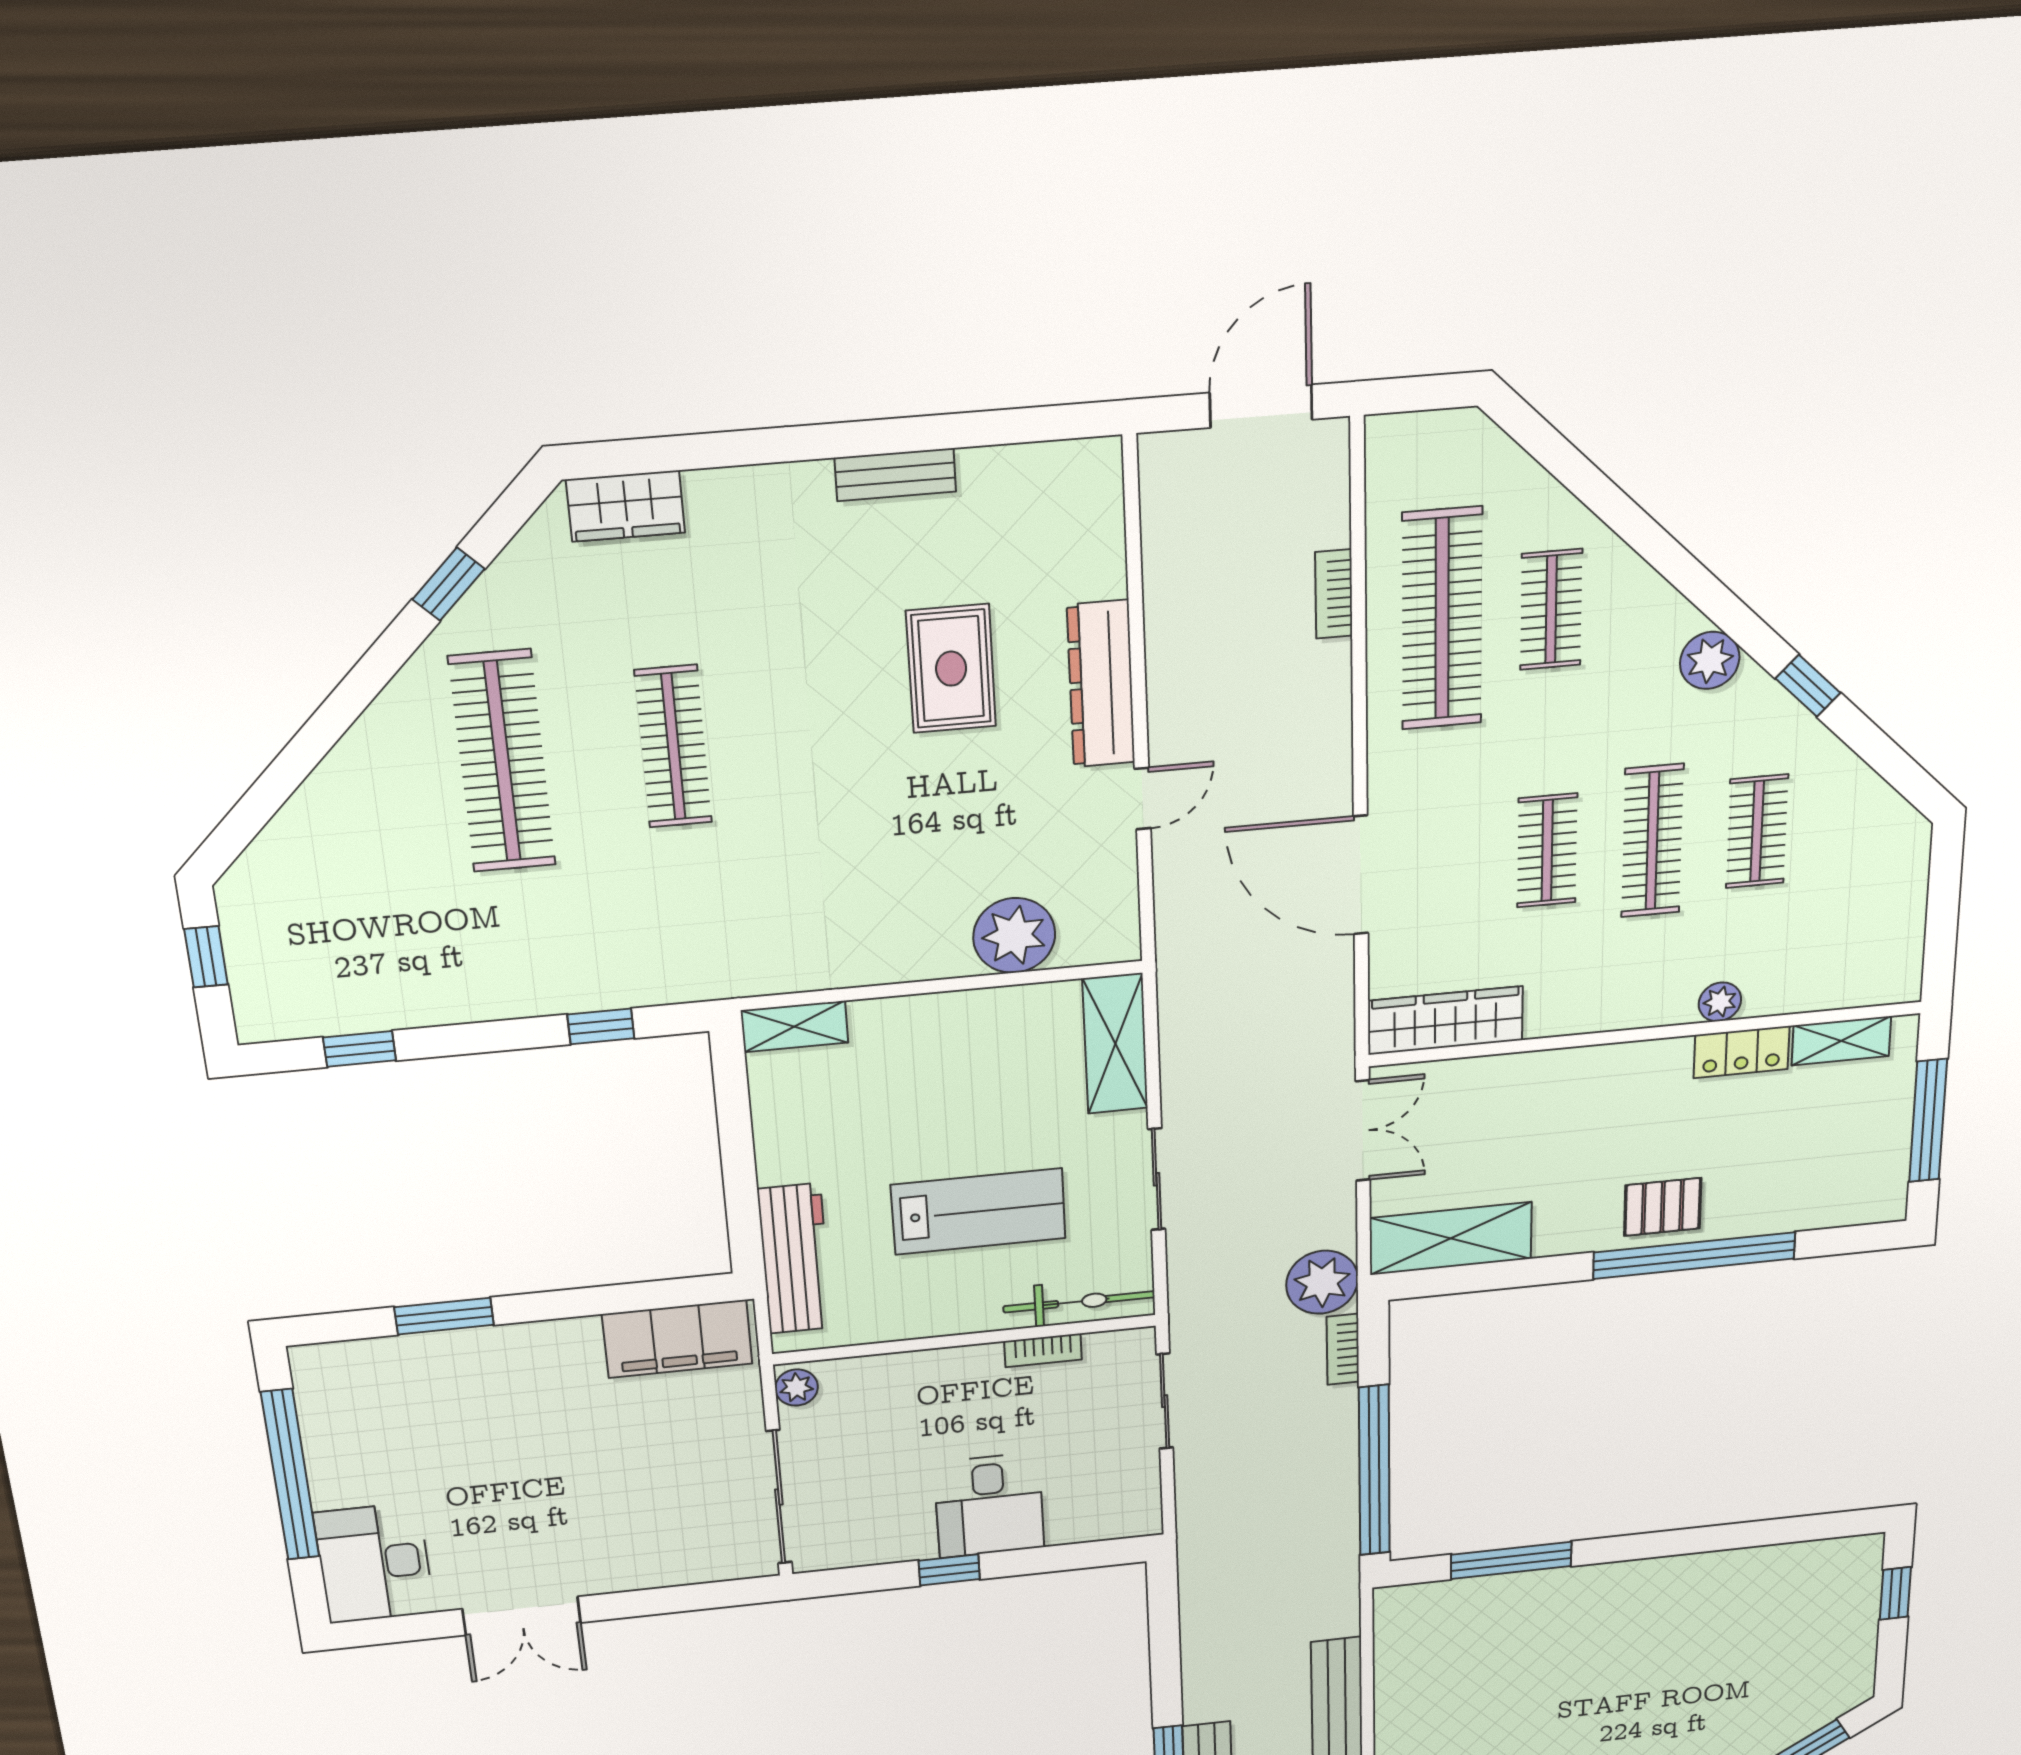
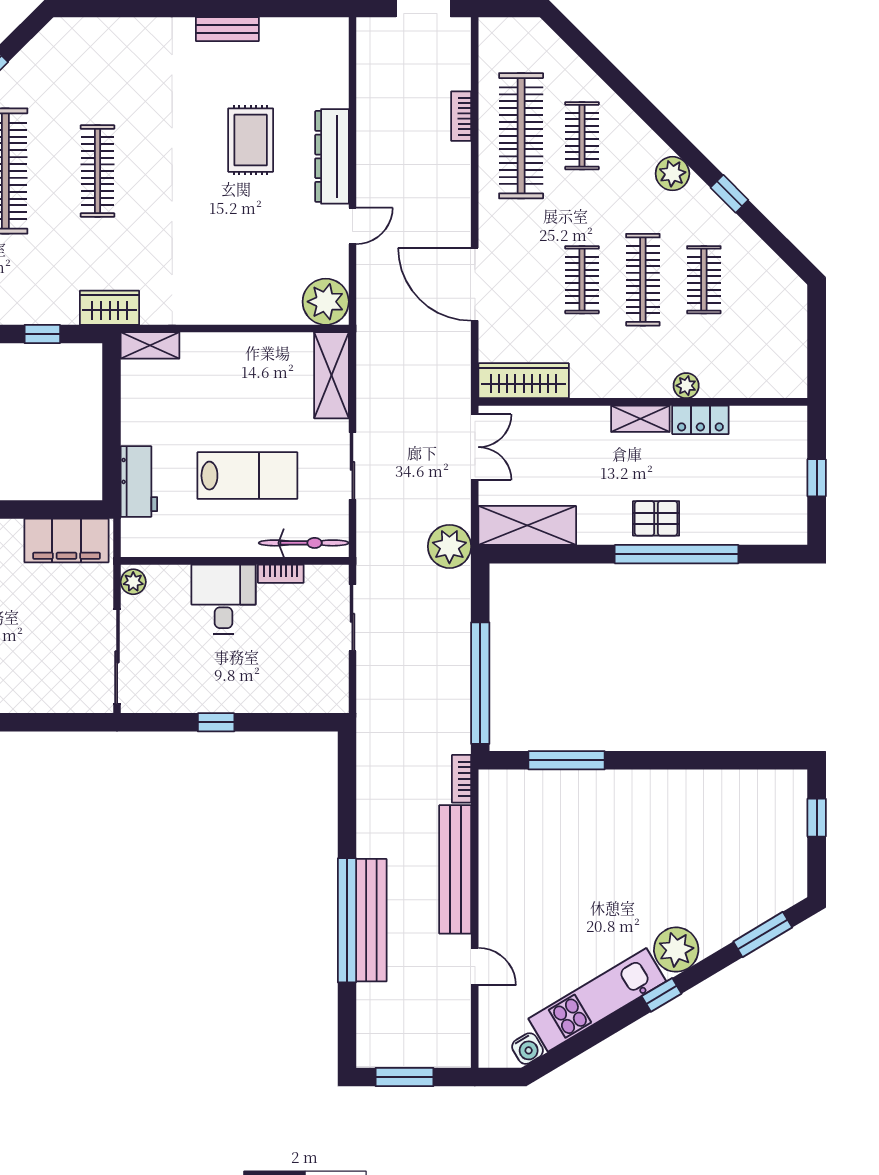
wardrobe: (626, 506) -> (110, 308), moved, turned 180
plant: (1014, 935) -> (326, 302), moved
shelving: (1841, 1041) -> (640, 419), moved
window: (1928, 1121) -> (817, 478), width x0.46
workbench: (795, 1259) -> (139, 482), width x0.73
bookcase: (1343, 1349) -> (462, 779), moved
desk: (989, 1505) -> (224, 599), moved, turned 180

